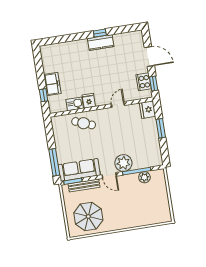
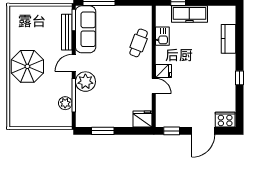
kitchen counter: (101, 42) -> (229, 39), moved
cooker: (144, 82) -> (225, 120), moved
freezer: (52, 84) -> (189, 14), width x1.40
fridge: (89, 101) -> (164, 71), moved
window: (161, 128) -> (103, 131), moved
parasol: (88, 216) -> (27, 66), moved

